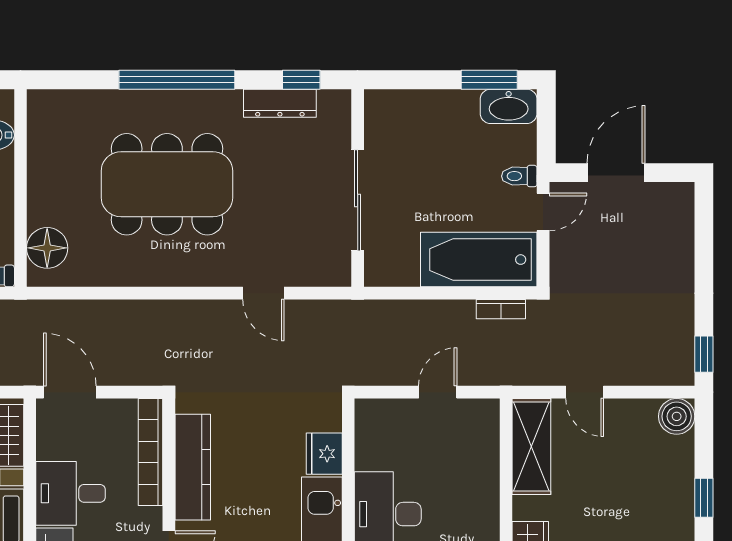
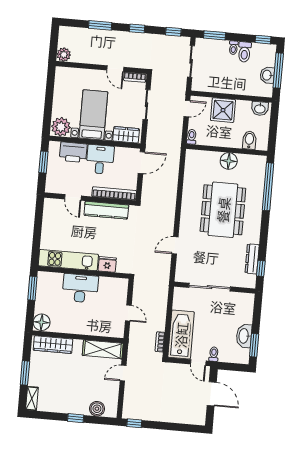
window: (177, 80) -> (268, 187), moved
washbasin: (509, 106) -> (244, 336), moved
floor lamp: (47, 248) -> (229, 161), moved
boiler: (677, 416) -> (97, 409), moved

